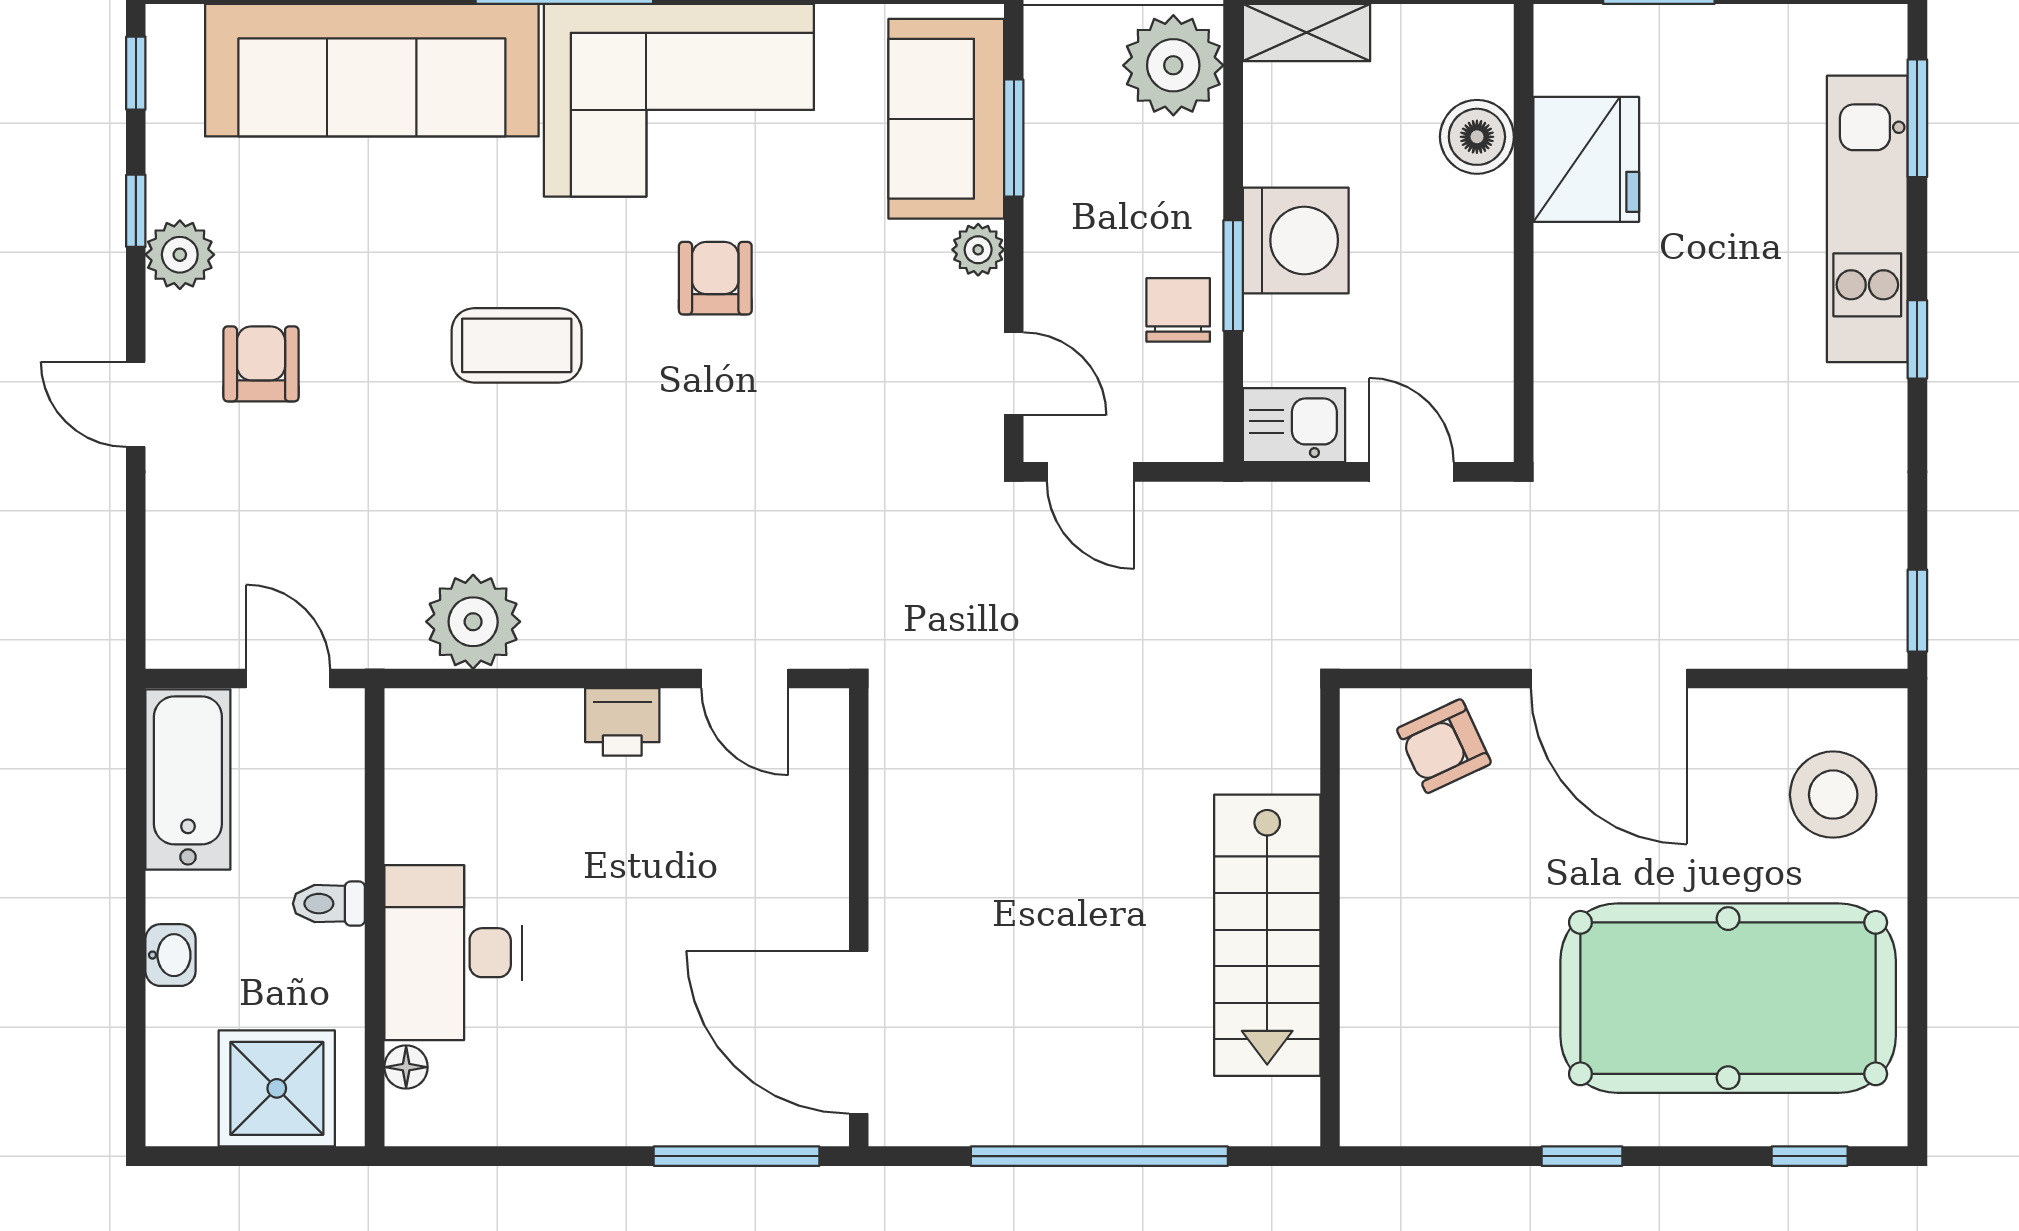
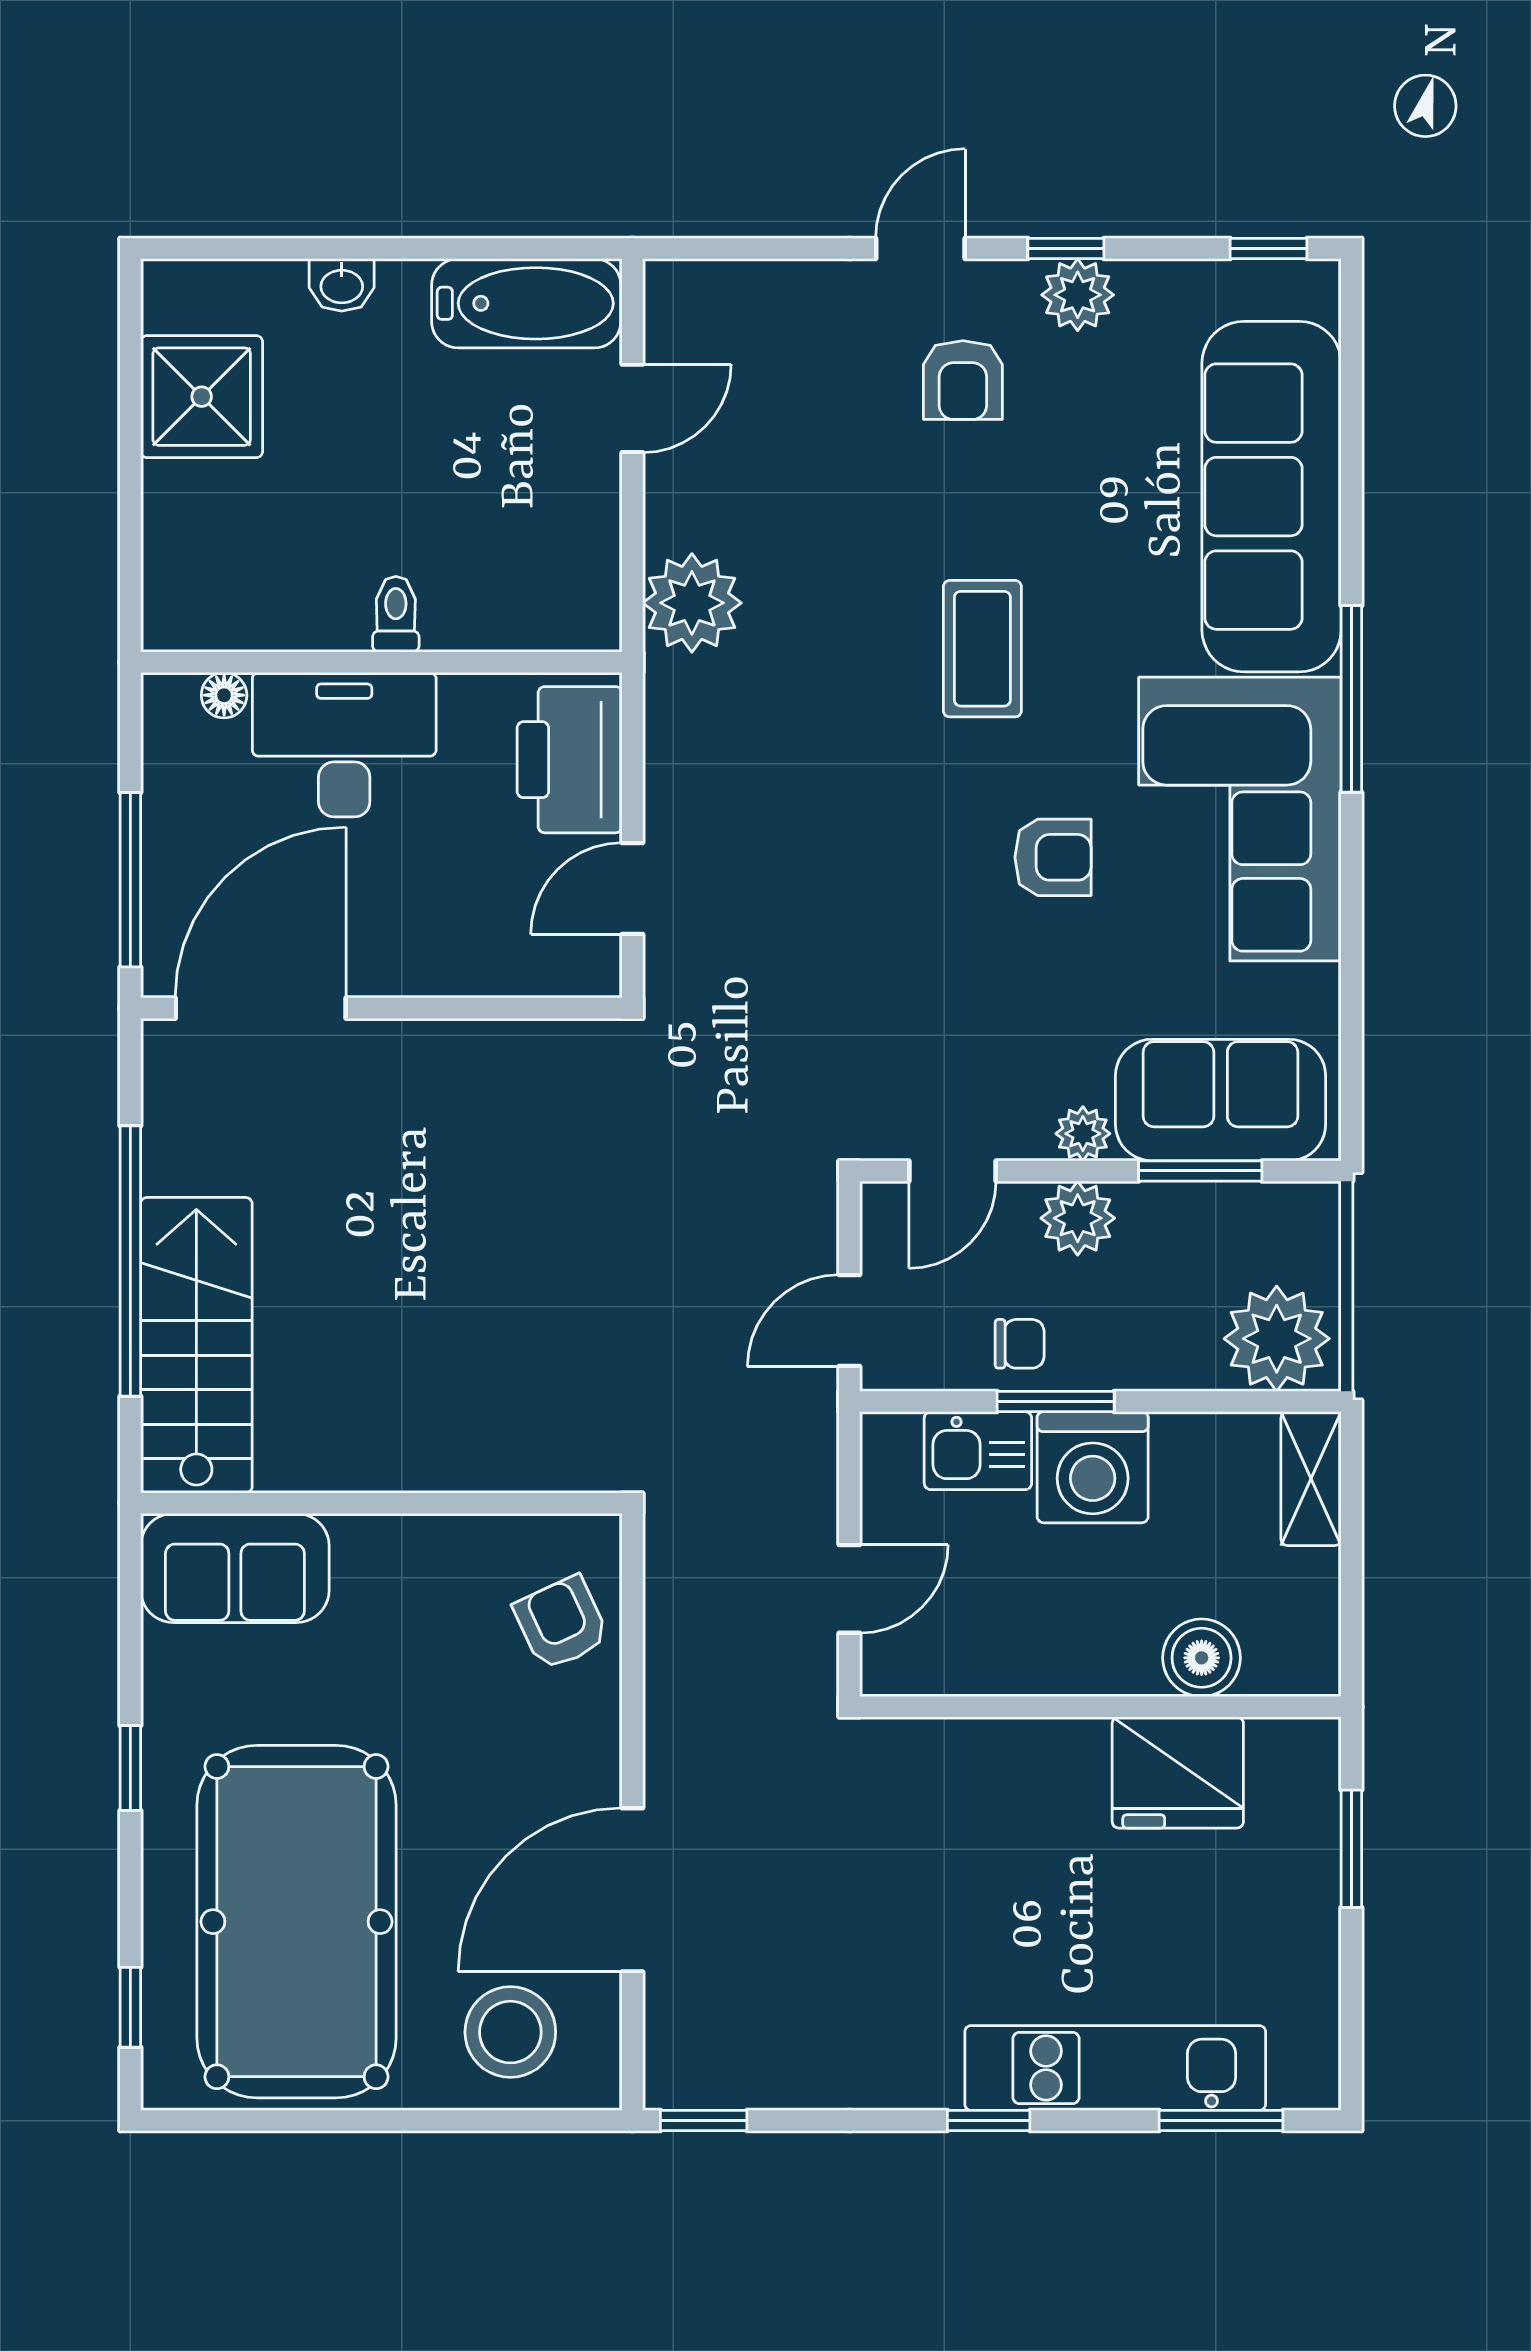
window: (136, 211) -> (1066, 248), moved
plant: (1059, 255) -> (1078, 1218), added
chair: (1178, 310) -> (1020, 1344), width x0.73, depth x0.73
armchair: (261, 364) -> (963, 380), turned 90
kitchen sink: (1294, 425) -> (978, 1451), moved, turned 90
door: (1090, 472) -> (849, 1321), moved
door: (1609, 678) -> (632, 1890), moved
printer: (622, 722) -> (570, 760), width x1.87, depth x1.48
toilet: (329, 904) -> (396, 614), moved
wall: (375, 917) -> (381, 662), moved
stairs: (1267, 935) -> (196, 1345), moved, turned 90
desk: (453, 953) -> (344, 745), moved
sofa: (1392, 1057) -> (235, 1568), added
floor lamp: (406, 1067) -> (224, 695), moved

